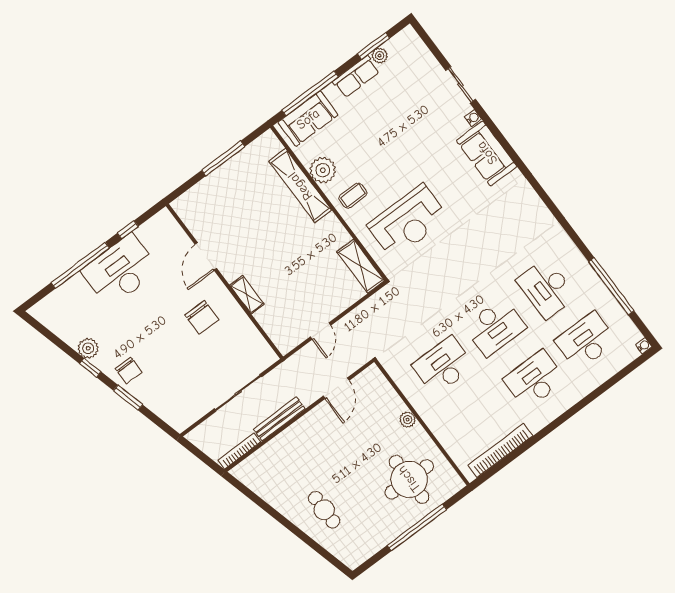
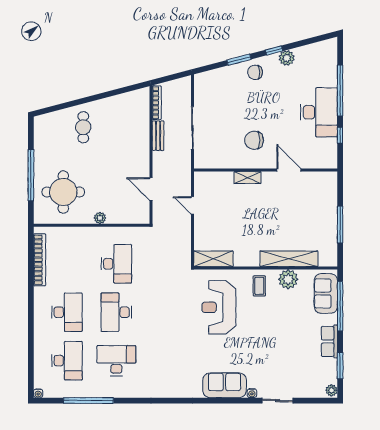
plant: (380, 56) -> (331, 390), moved
bench: (279, 419) -> (158, 136), width x0.73
cafe table: (324, 510) -> (83, 127), turned 90

